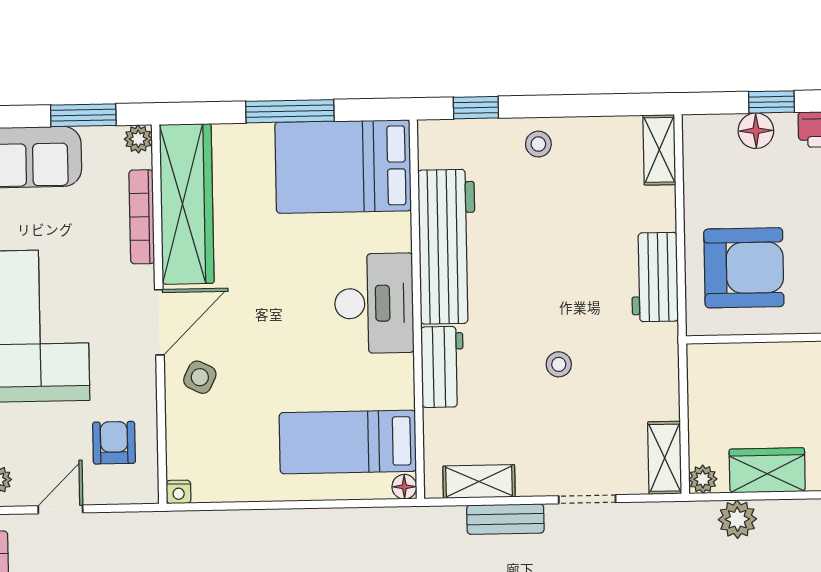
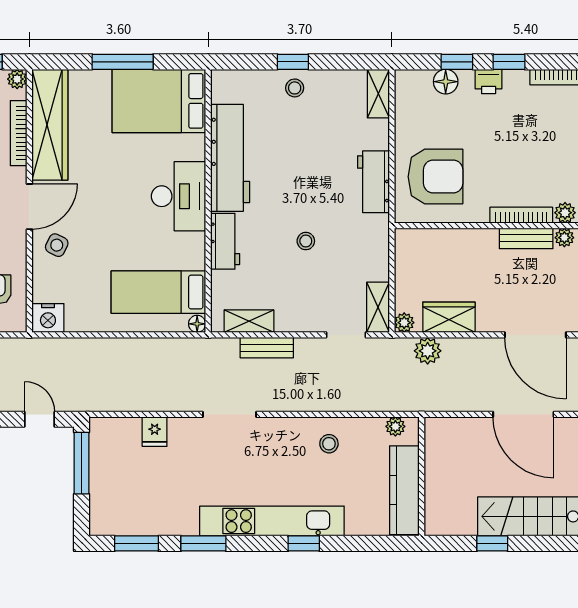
window: (476, 108) -> (293, 62), moved
nightstand: (179, 492) -> (48, 318), width x1.89, depth x1.79
doorway: (587, 499) -> (346, 335), moved

